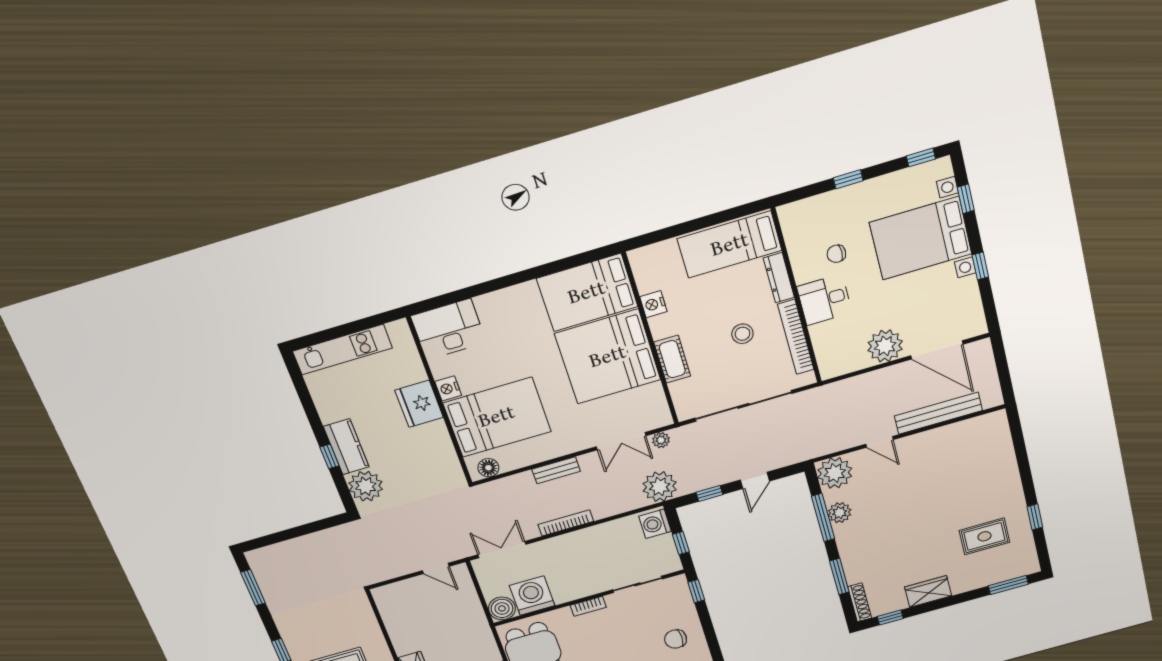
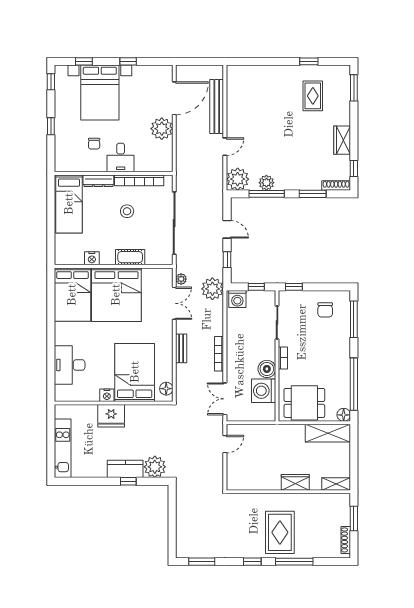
desk: (449, 329) -> (70, 365), moved
boiler: (502, 608) -> (267, 369), moved

